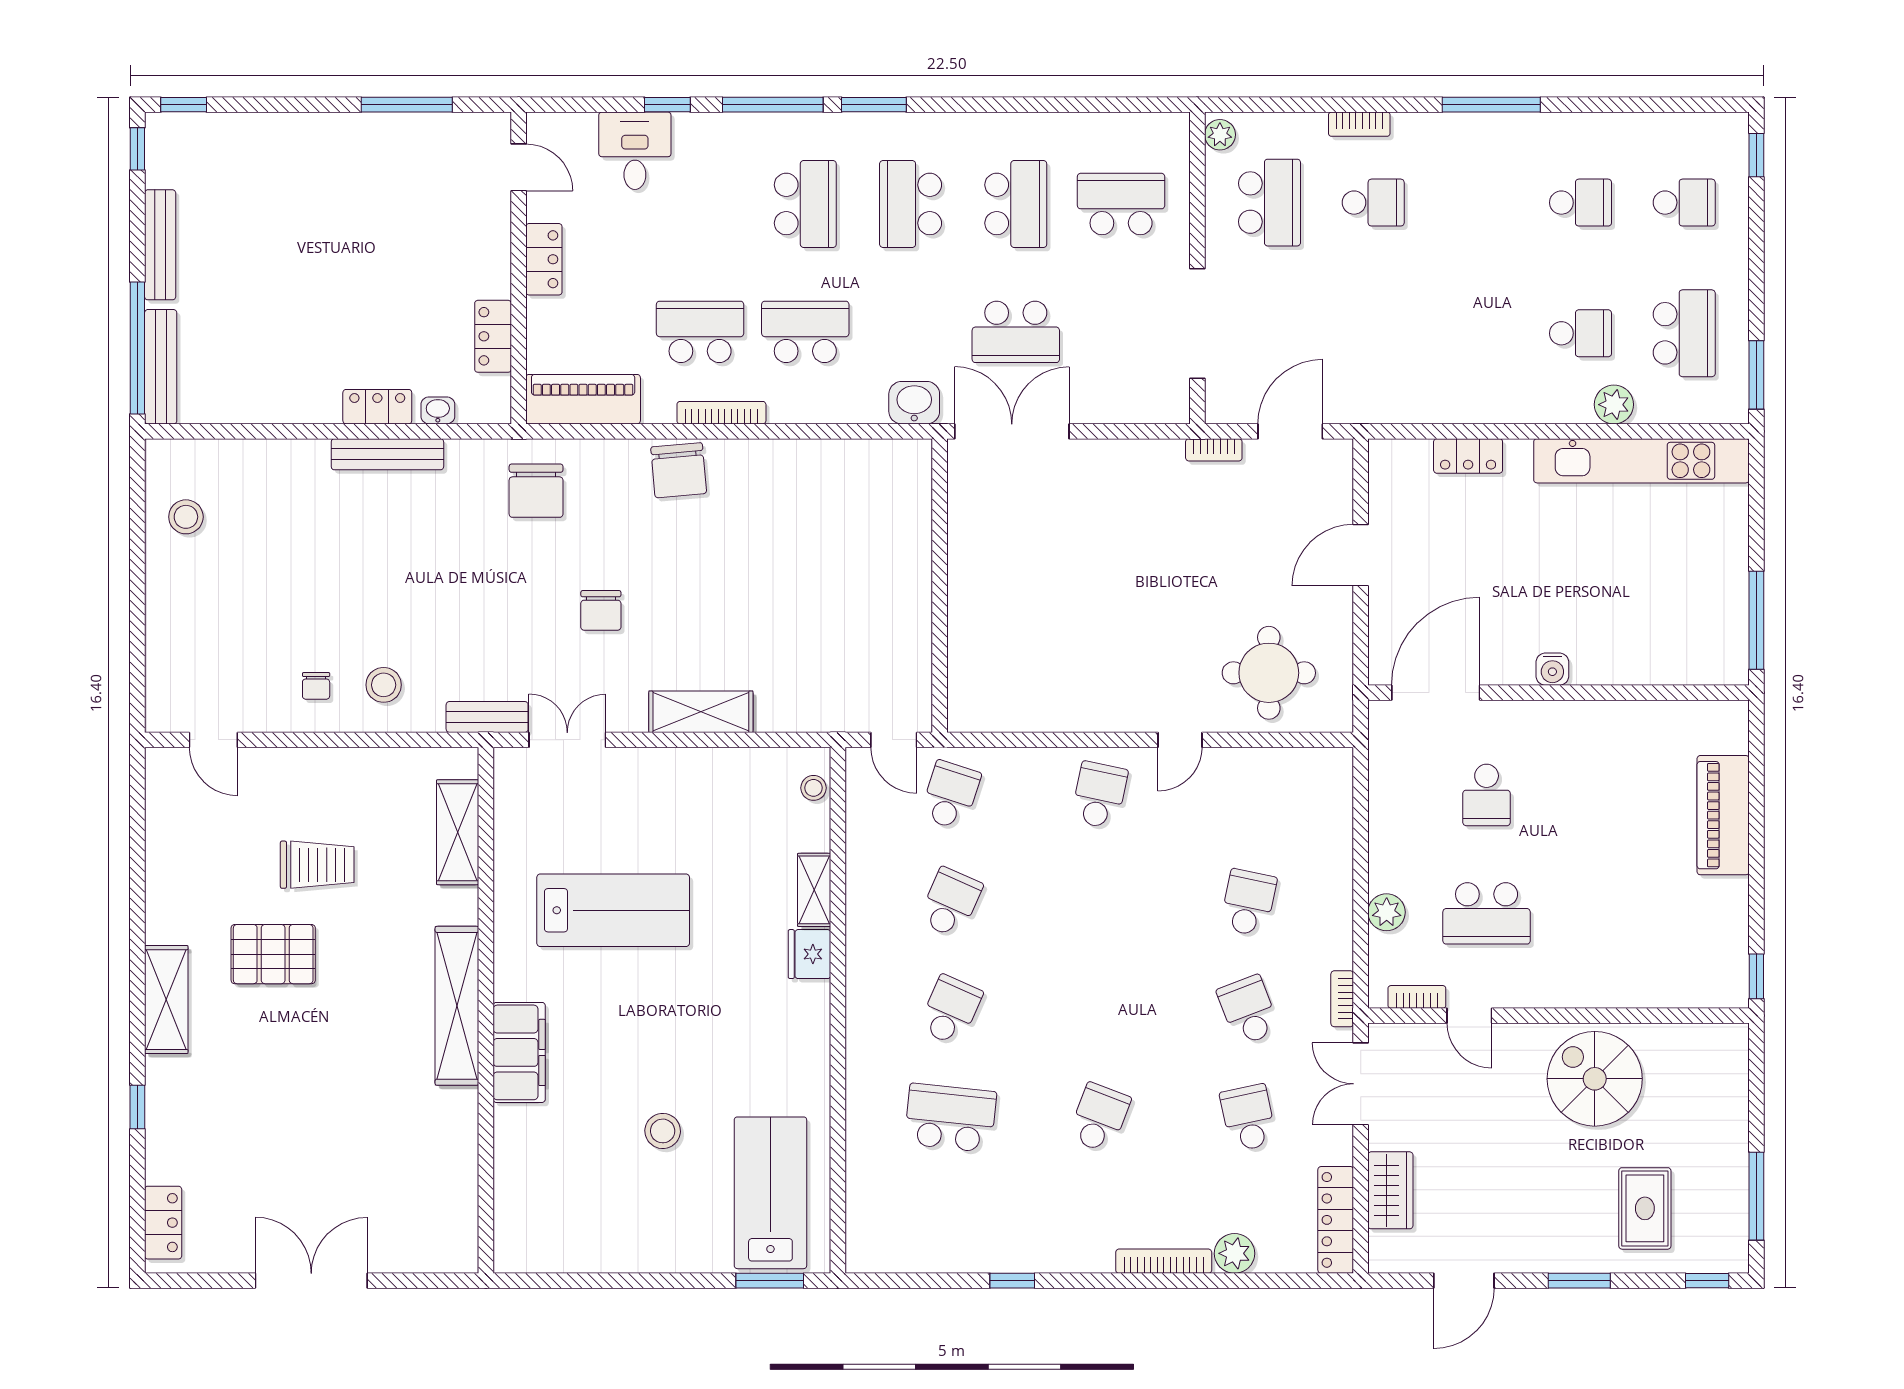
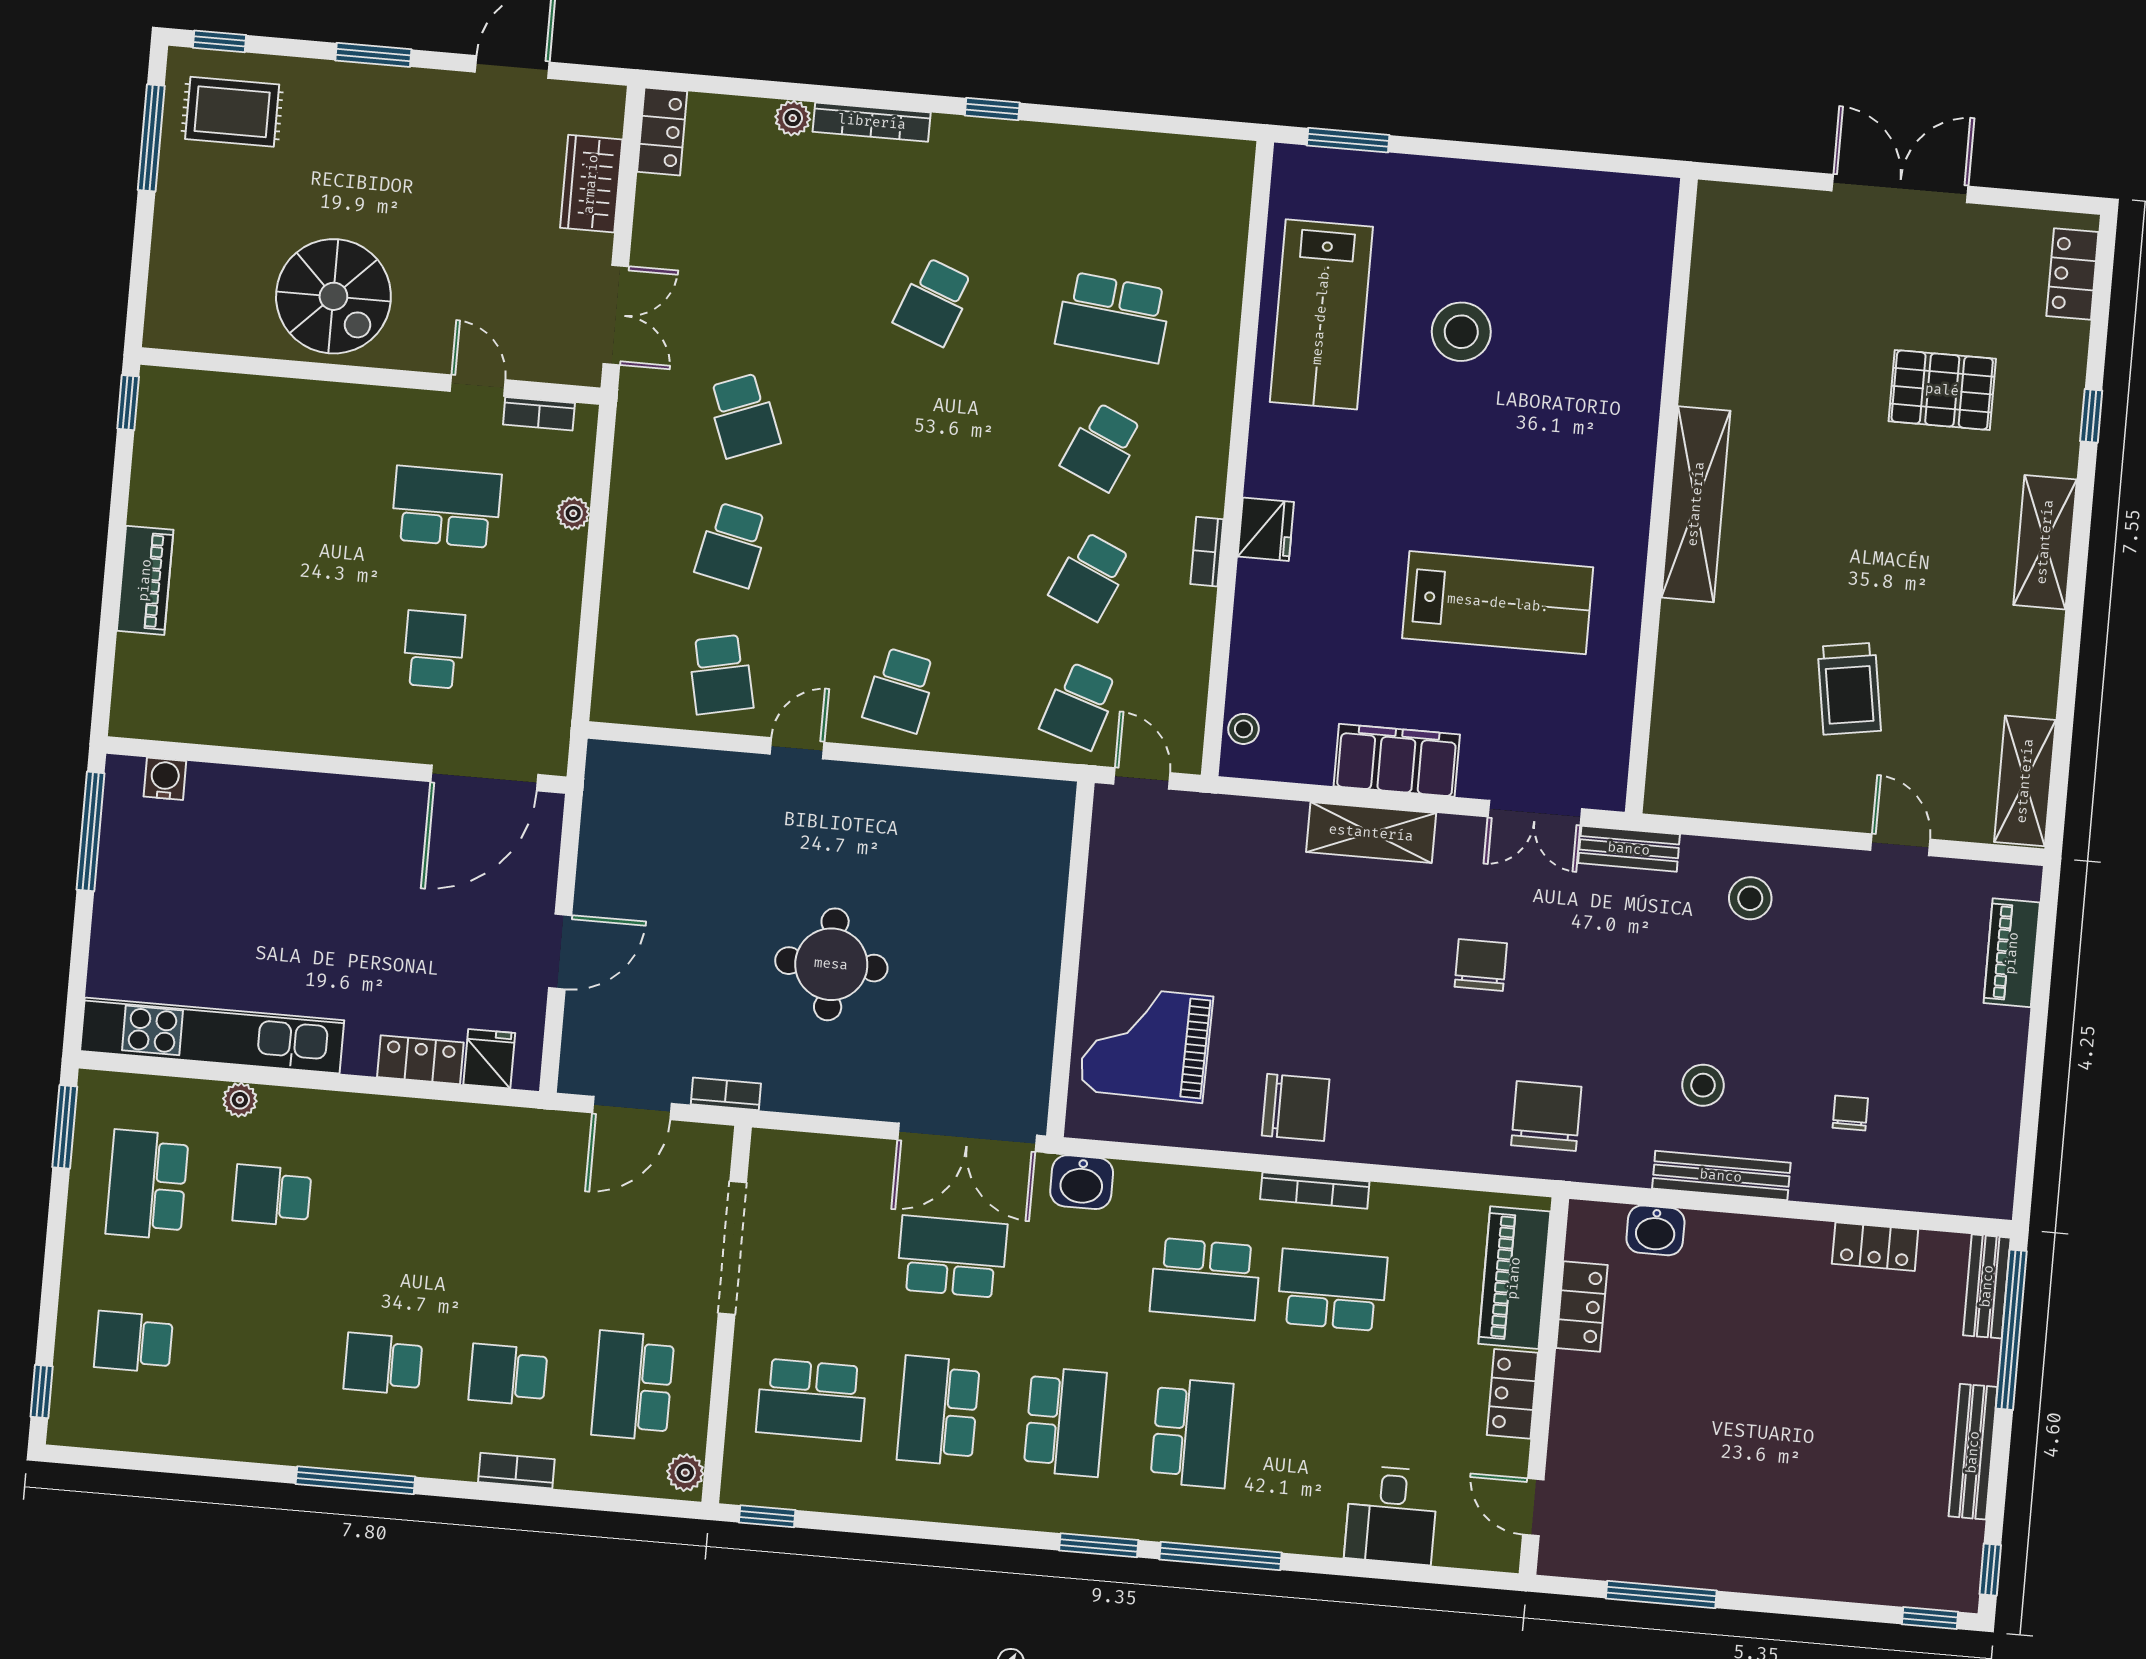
window: (667, 105) -> (767, 1516), moved
school desk: (1581, 203) -> (383, 1364), moved
school desk: (805, 204) -> (1192, 1433), turned 180
school desk: (700, 332) -> (1332, 1290), turned 180
bench: (161, 367) -> (1987, 1286), width x0.73
piano: (583, 399) -> (1514, 1278), moved, turned 90
plant: (1614, 405) -> (240, 1100), width x0.73, depth x0.73
locker: (377, 407) -> (1875, 1247), moved
washbasin: (438, 410) -> (1655, 1230), width x1.38, depth x1.45
fridge: (1411, 462) -> (489, 1059), added
chair: (679, 470) -> (1296, 1107), moved, turned 95
stool: (186, 517) -> (1703, 1085), moved
grand piano: (871, 522) -> (1146, 1043), added
piano: (164, 659) -> (2012, 953), added
water cooler: (1552, 669) -> (165, 779), moved
round table: (1269, 673) -> (831, 964), moved
chair: (316, 686) -> (1850, 1113), moved
door: (213, 740) -> (1900, 845), moved
piano: (1723, 815) -> (145, 580), width x0.73, depth x0.75
shelving: (458, 832) -> (2025, 781), moved
trolley: (317, 865) -> (1849, 689), turned -99
shelving: (814, 890) -> (1253, 606), removed
lab bench: (613, 910) -> (1498, 603), turned 180
plant: (1387, 912) -> (573, 513), width x0.73, depth x0.73
pallet: (273, 954) -> (1942, 390), moved
bookcase: (1342, 999) -> (1207, 552), moved, turned 180
filing cabinet: (519, 1052) -> (1397, 760), moved, turned 90
school desk: (1248, 1118) -> (721, 674), moved
stool: (663, 1131) -> (1461, 332), width x1.38, depth x1.38
lab bench: (770, 1193) -> (1321, 314), moved
rug: (1645, 1208) -> (232, 112), moved, turned 90
locker: (1336, 1220) -> (662, 132), width x0.66
plant: (1235, 1253) -> (793, 118), width x0.73, depth x0.73
double door: (311, 1281) -> (1900, 188), swing flipped
window: (1012, 1281) -> (992, 109), moved

